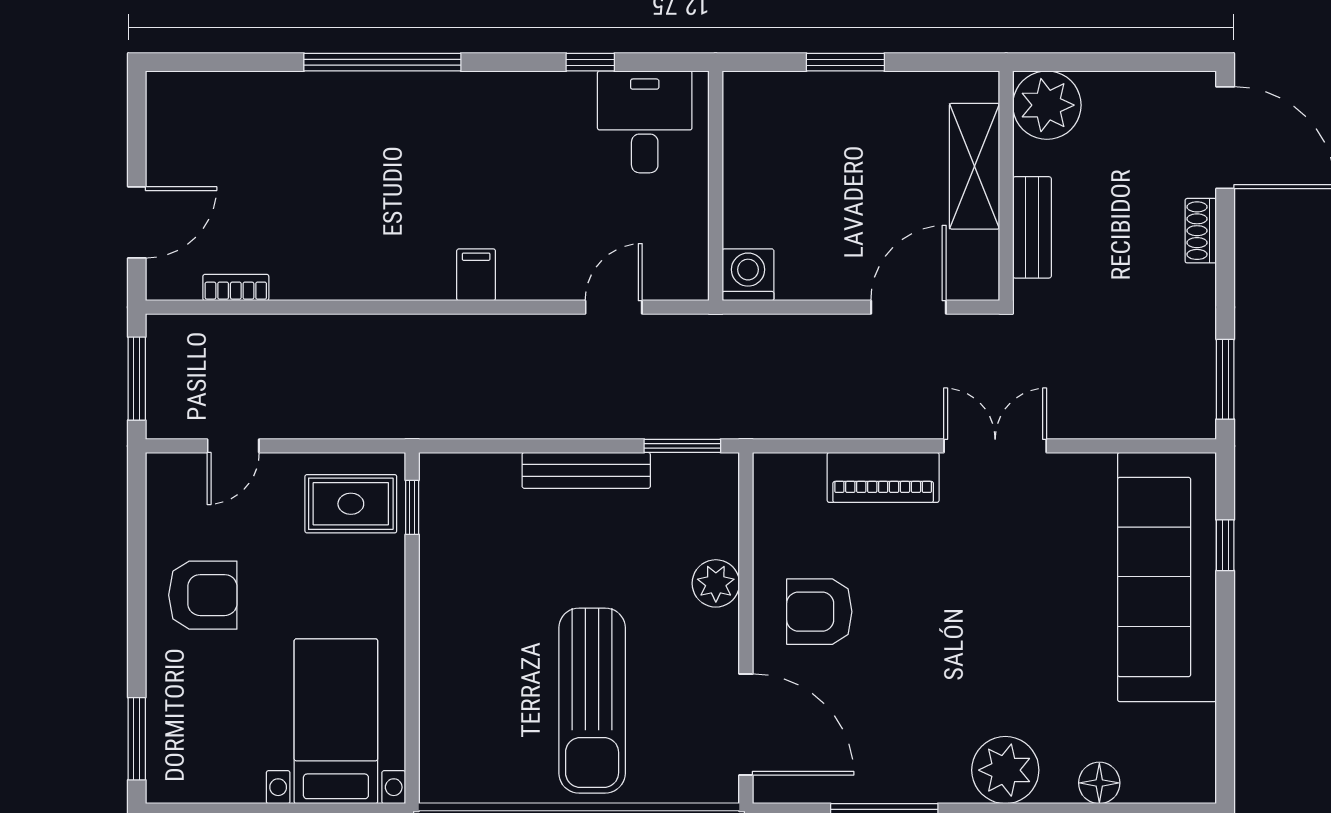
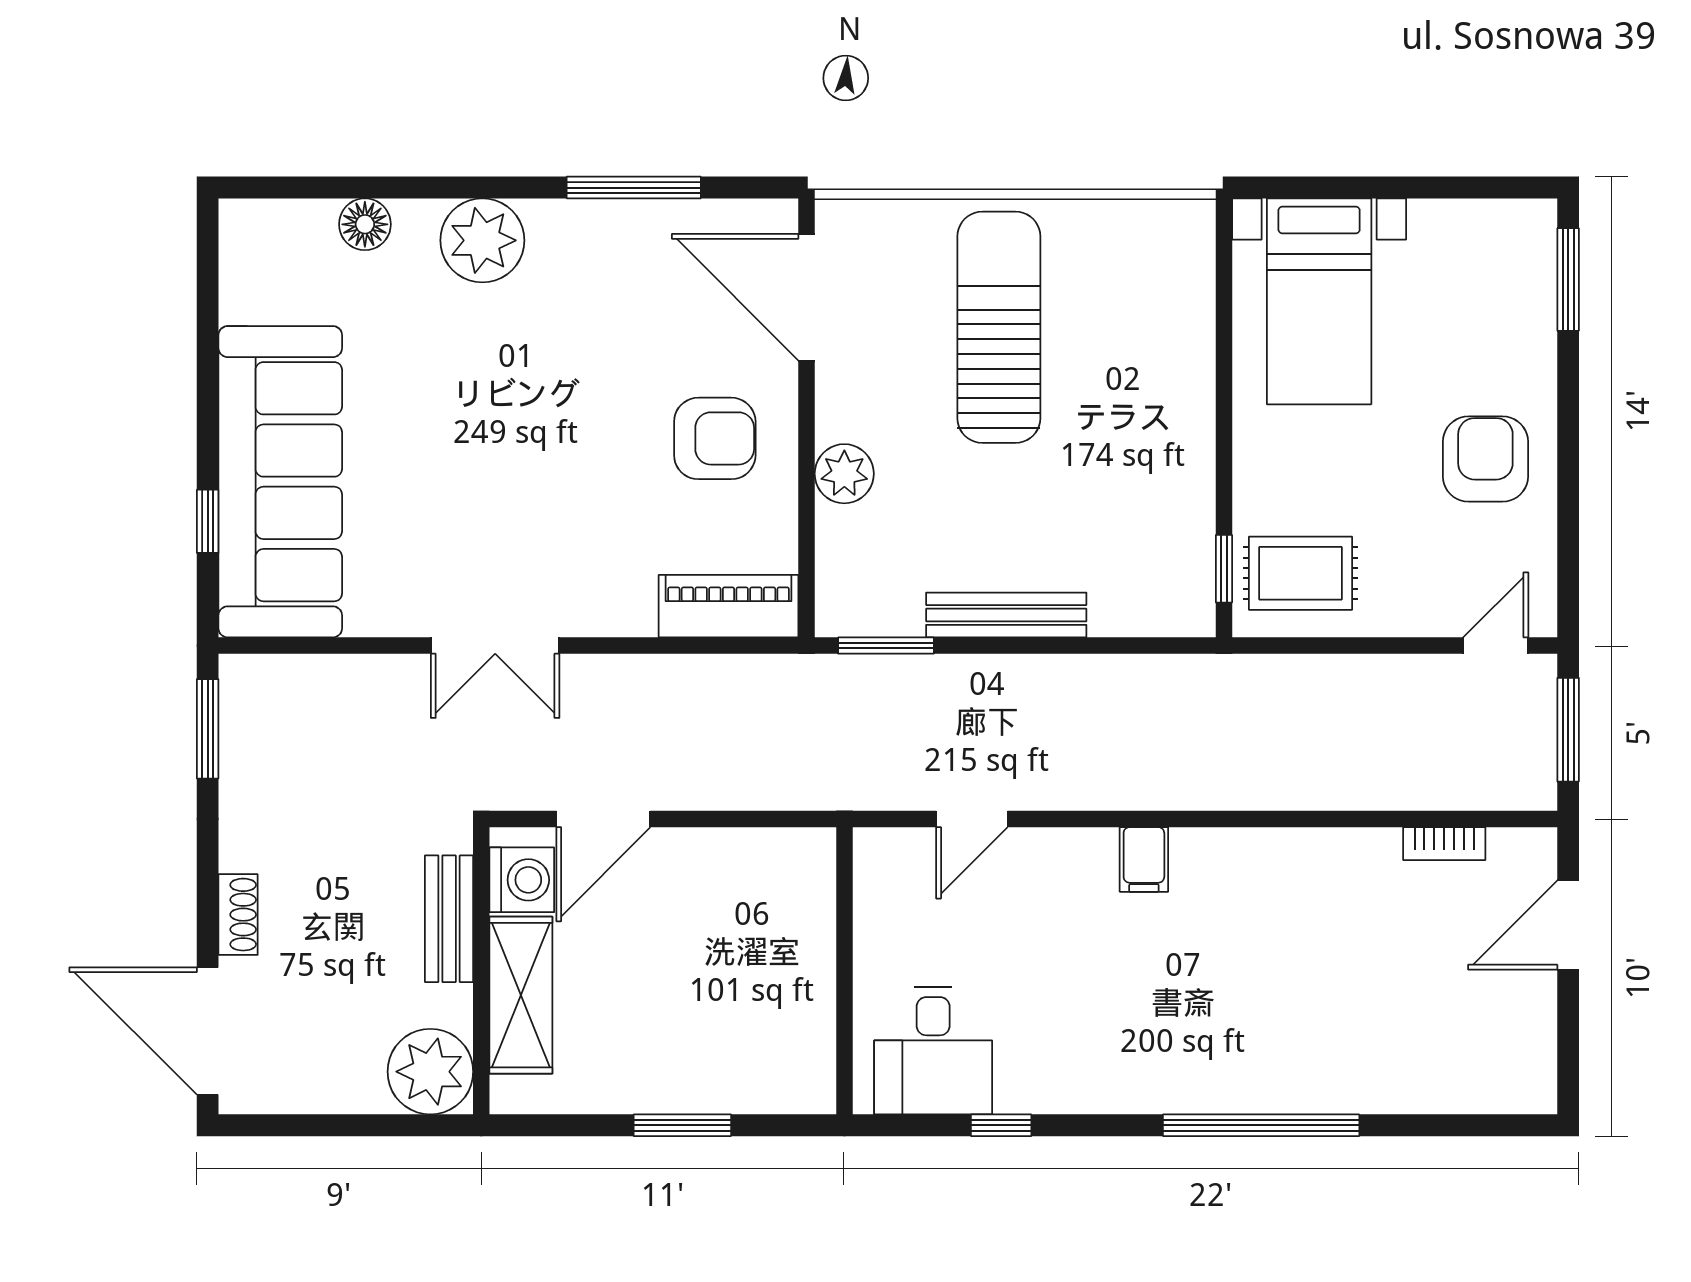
washing machine: (748, 275) -> (522, 880), moved, turned -90
door: (233, 446) -> (1496, 646), moved
piano: (883, 477) -> (729, 606), moved
armchair: (203, 595) -> (1485, 459), turned 90

